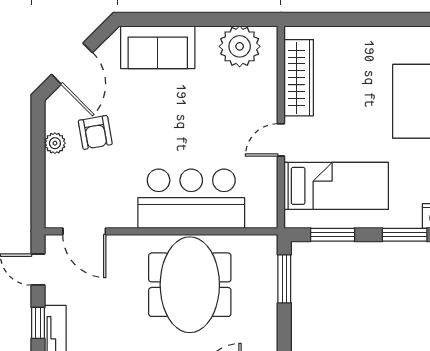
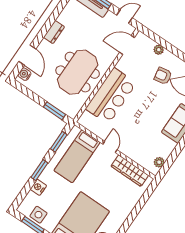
plant: (240, 46) -> (159, 162), width x0.53, depth x0.53
plant: (55, 143) -> (159, 50), moved
meeting table: (190, 285) -> (78, 72), turned 90

